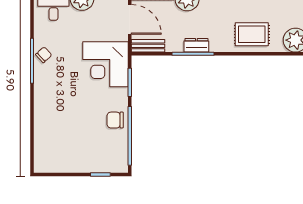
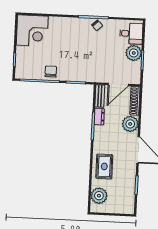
dresser: (196, 45) -> (99, 117), moved
corner desk: (105, 64) -> (32, 31), moved, turned 180

